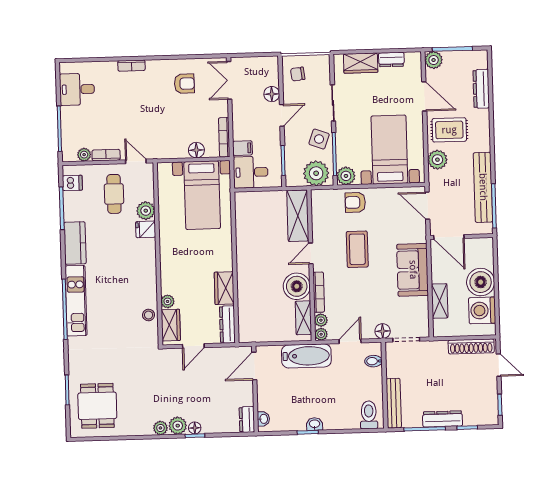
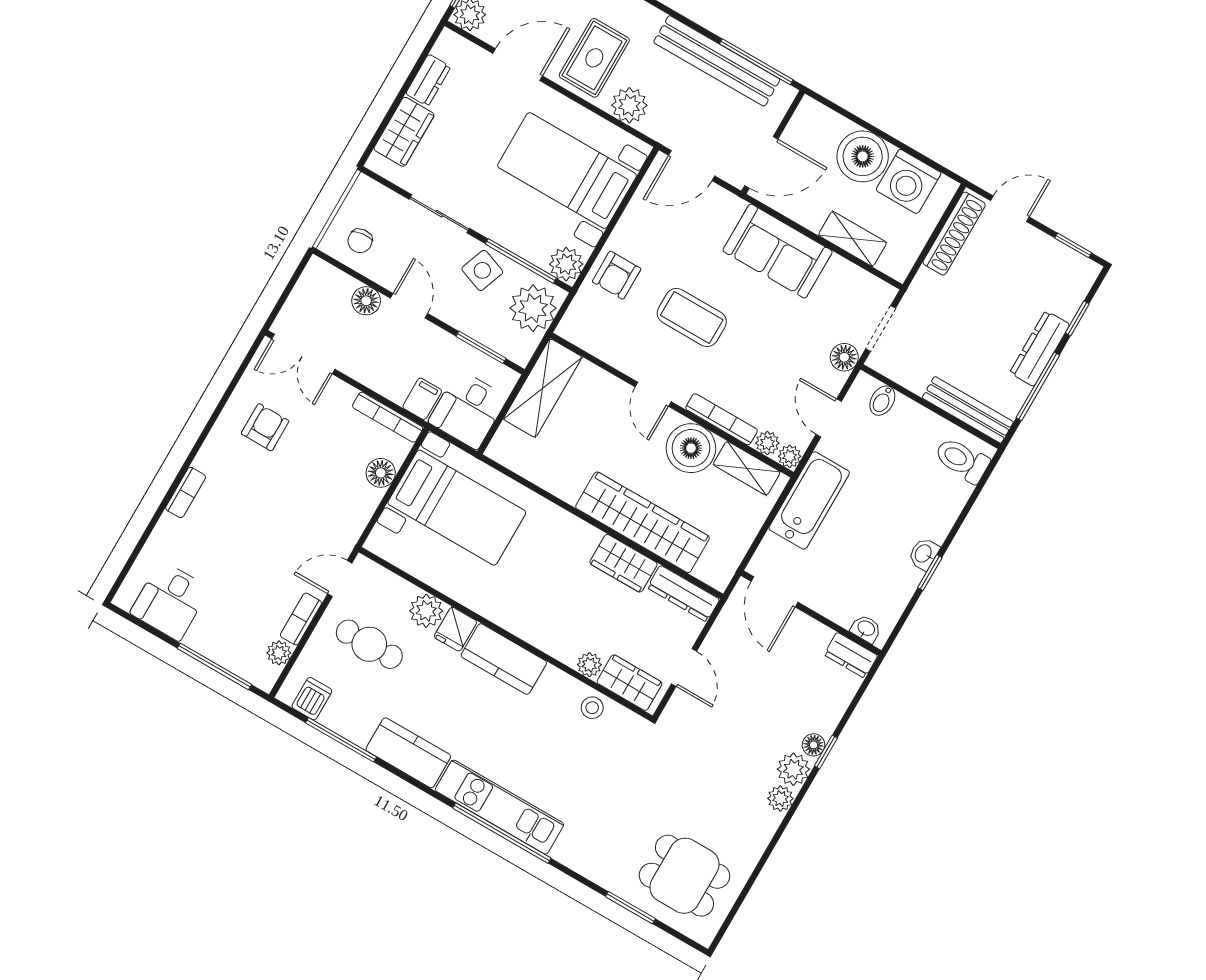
shelving: (298, 216) -> (543, 388), moved, turned 90
kitchen counter: (146, 260) -> (504, 659), added
wardrobe: (249, 285) -> (642, 522), added

